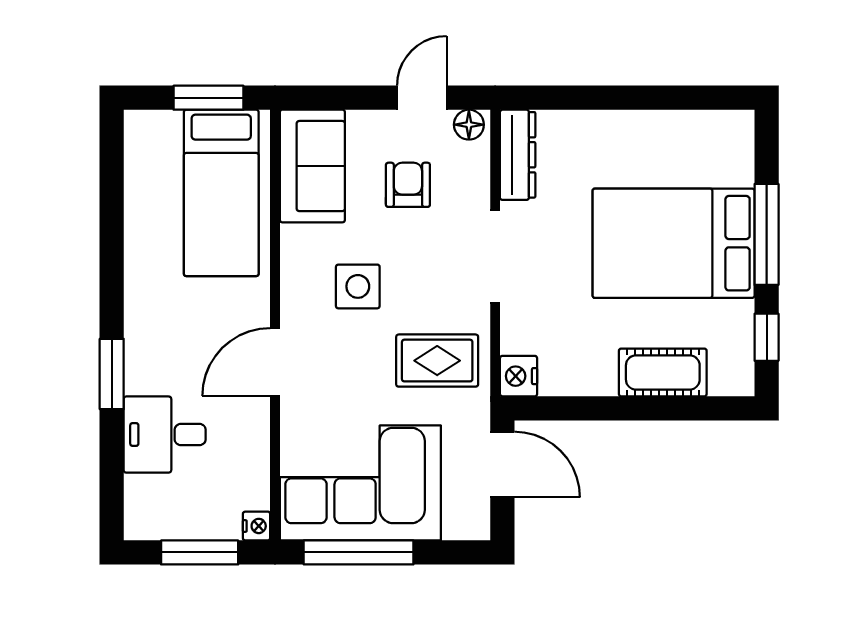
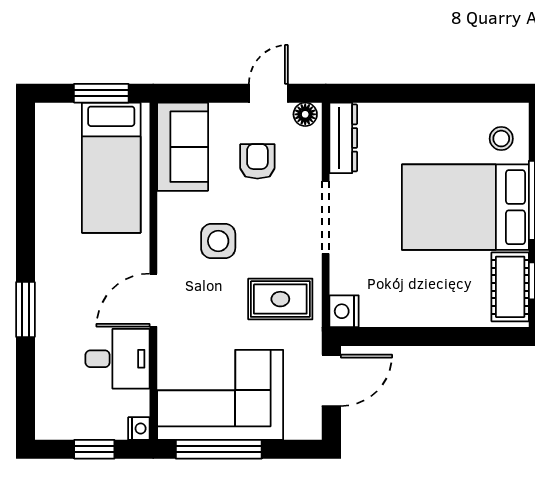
stool: (719, 156) -> (501, 139), added
cot: (663, 372) -> (510, 287), moved, turned 90
desk: (165, 435) -> (117, 359), moved, turned 180
door: (502, 464) -> (331, 380), hinge flipped
window: (200, 552) -> (94, 449), width x0.67

